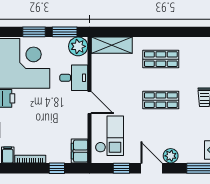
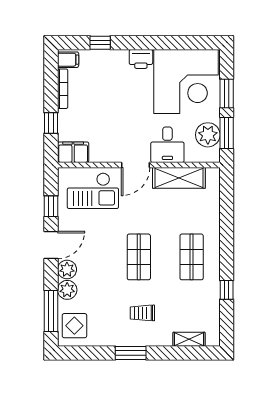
window: (186, 32) -> (227, 290), added
shelving: (112, 45) -> (179, 178), moved, turned 90
plant: (78, 46) -> (208, 135), moved
plant: (186, 156) -> (67, 290), added

